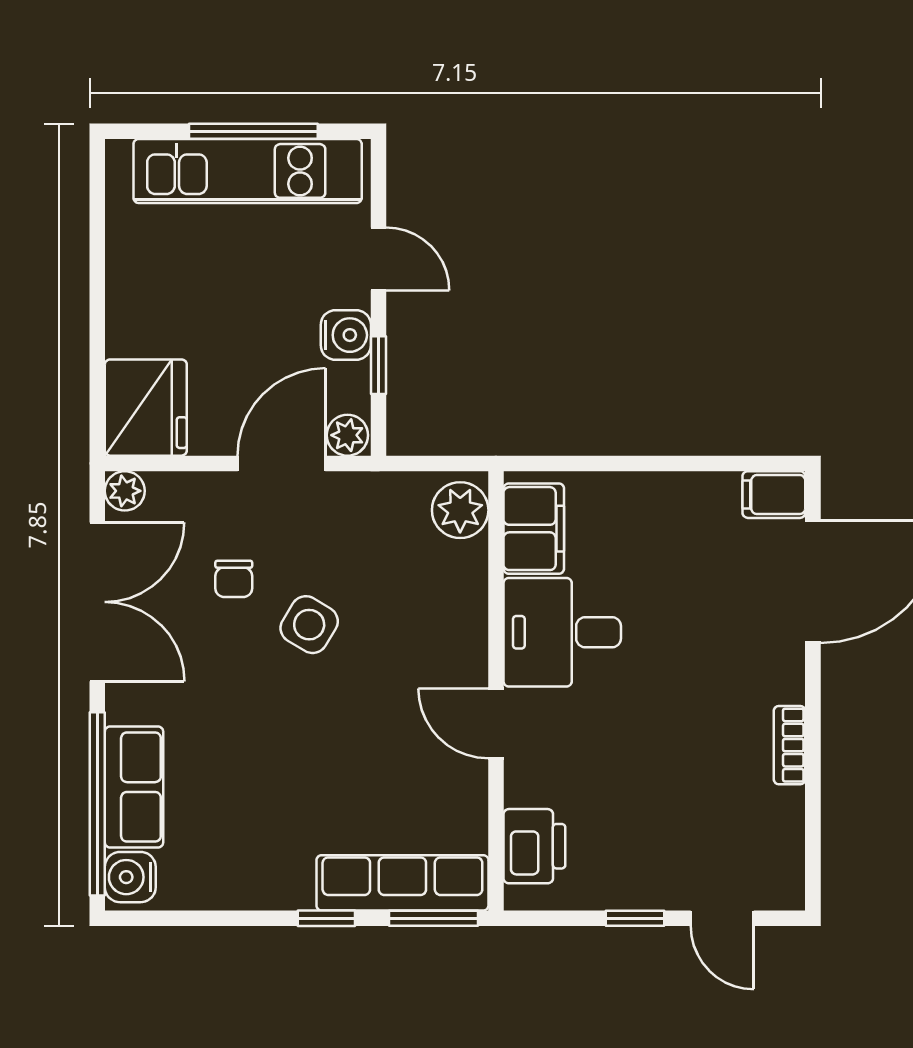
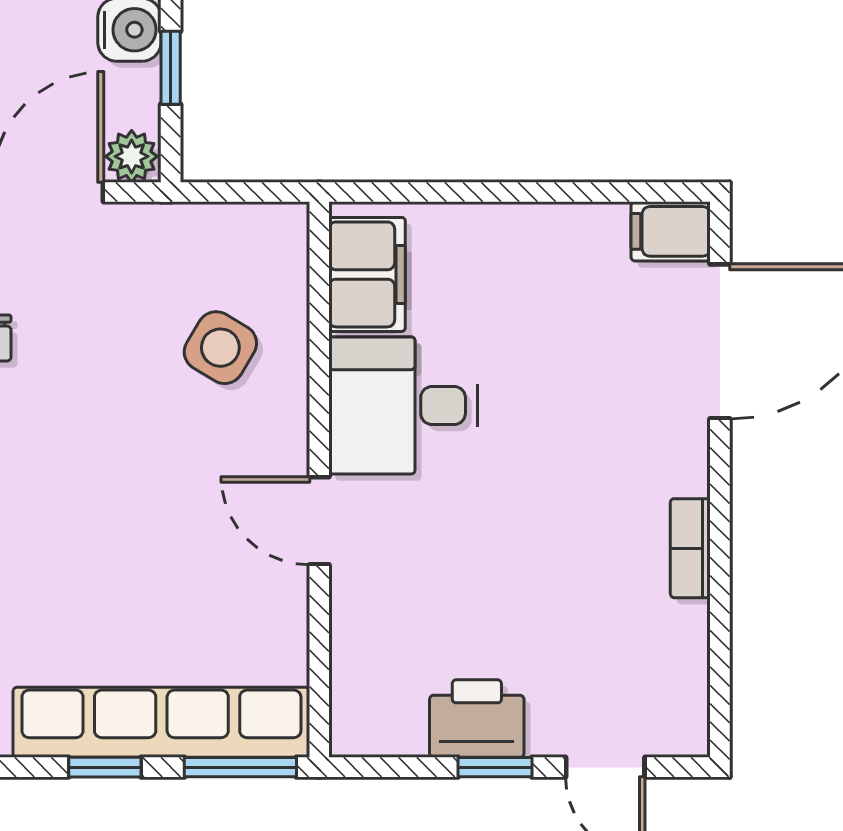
plant: (460, 510) -> (274, 251), removed
side table: (309, 625) -> (220, 348), moved
printer: (534, 846) -> (477, 719), moved, turned -90
row of seats: (402, 883) -> (161, 722), width x1.36

